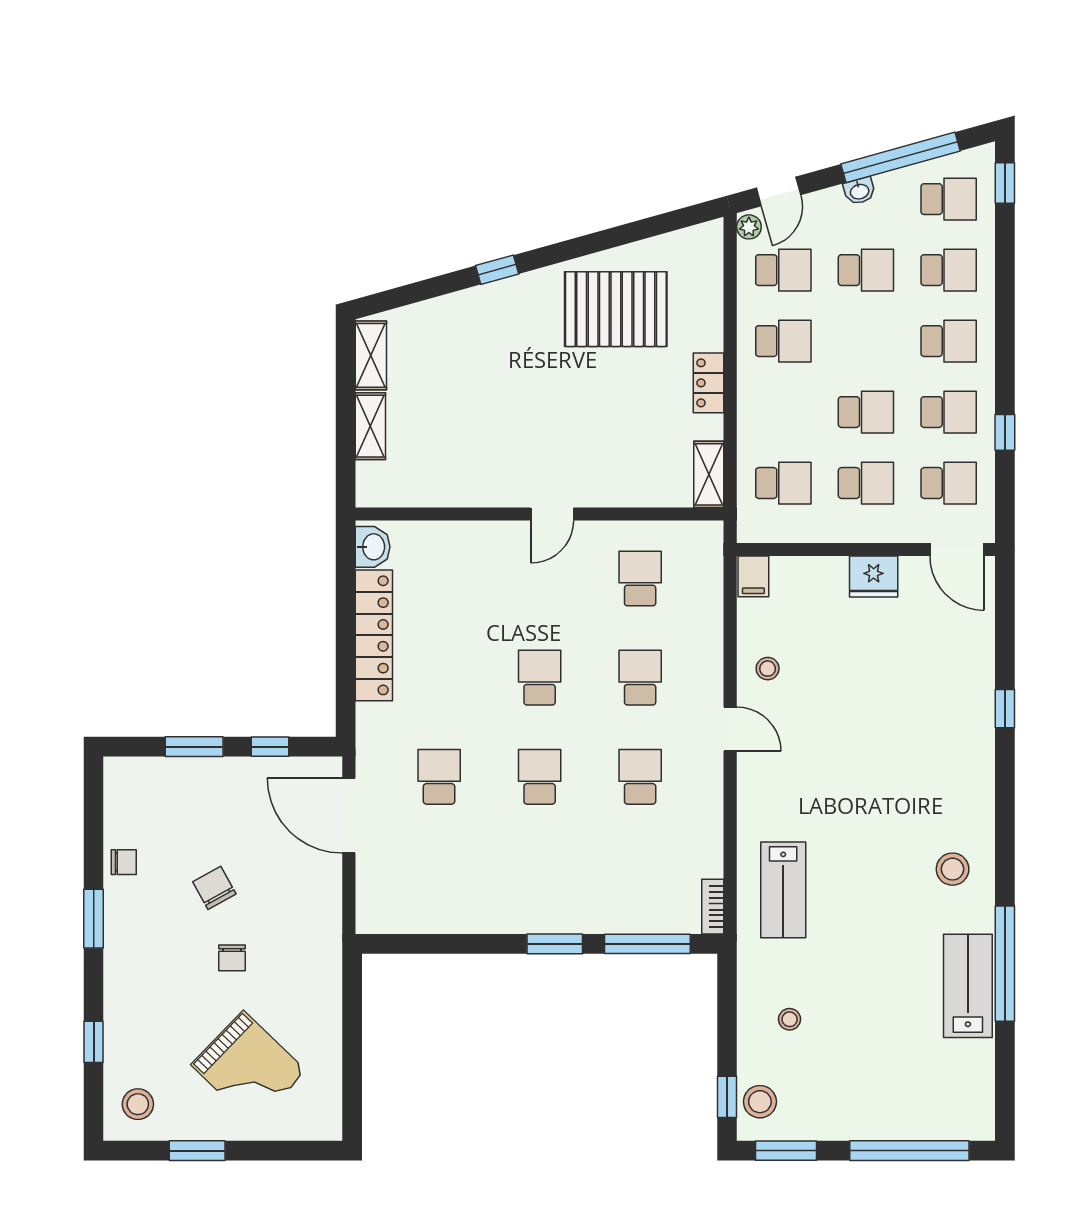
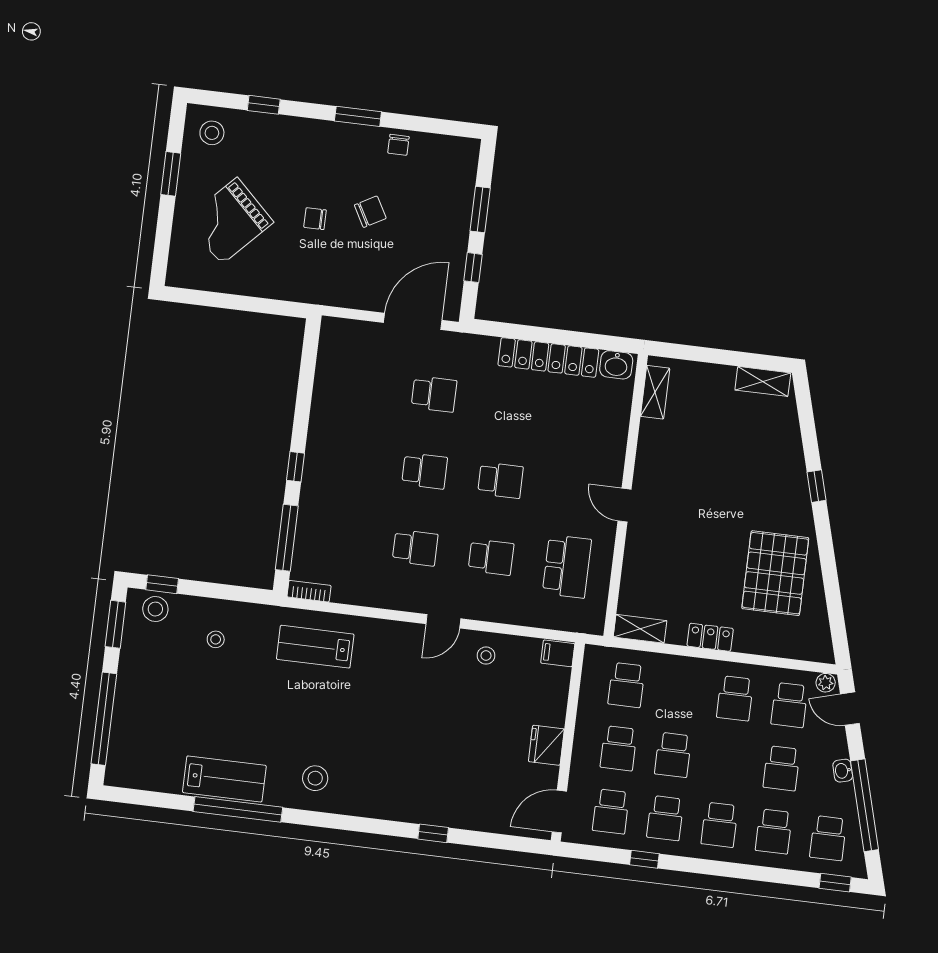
shelving: (370, 426) -> (655, 392), moved, turned 90
school desk: (640, 578) -> (567, 566), width x1.85
window: (555, 944) -> (295, 467), width x0.67

